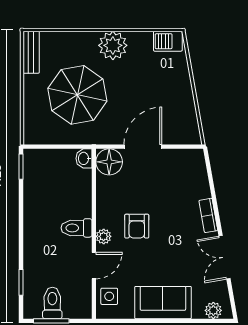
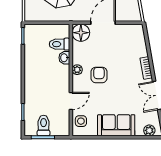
washbasin: (84, 158) -> (64, 58), moved
armchair: (137, 226) -> (99, 75), turned 180
toilet: (77, 228) -> (59, 44), moved
plant: (104, 236) -> (77, 70), moved

